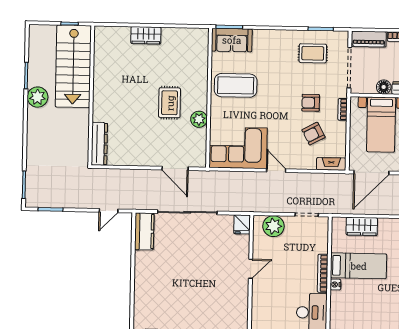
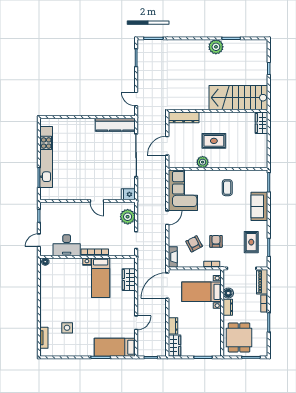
sofa: (232, 40) -> (259, 206), moved
stairs: (73, 66) -> (238, 98), moved
coffee table: (236, 85) -> (227, 188), width x0.54, depth x0.58
wall: (91, 95) -> (218, 111), moved
dresser: (99, 144) -> (184, 117), moved
door: (371, 172) -> (167, 286), hinge flipped
kitchen counter: (144, 231) -> (115, 125), width x1.50

